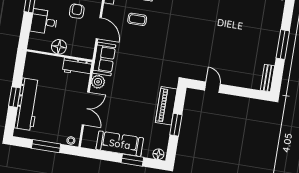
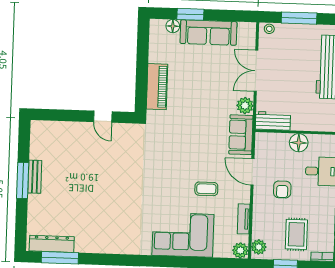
bench: (268, 78) -> (35, 177), moved
window: (176, 125) -> (142, 65), removed
floor lamp: (158, 154) -> (173, 26), moved

